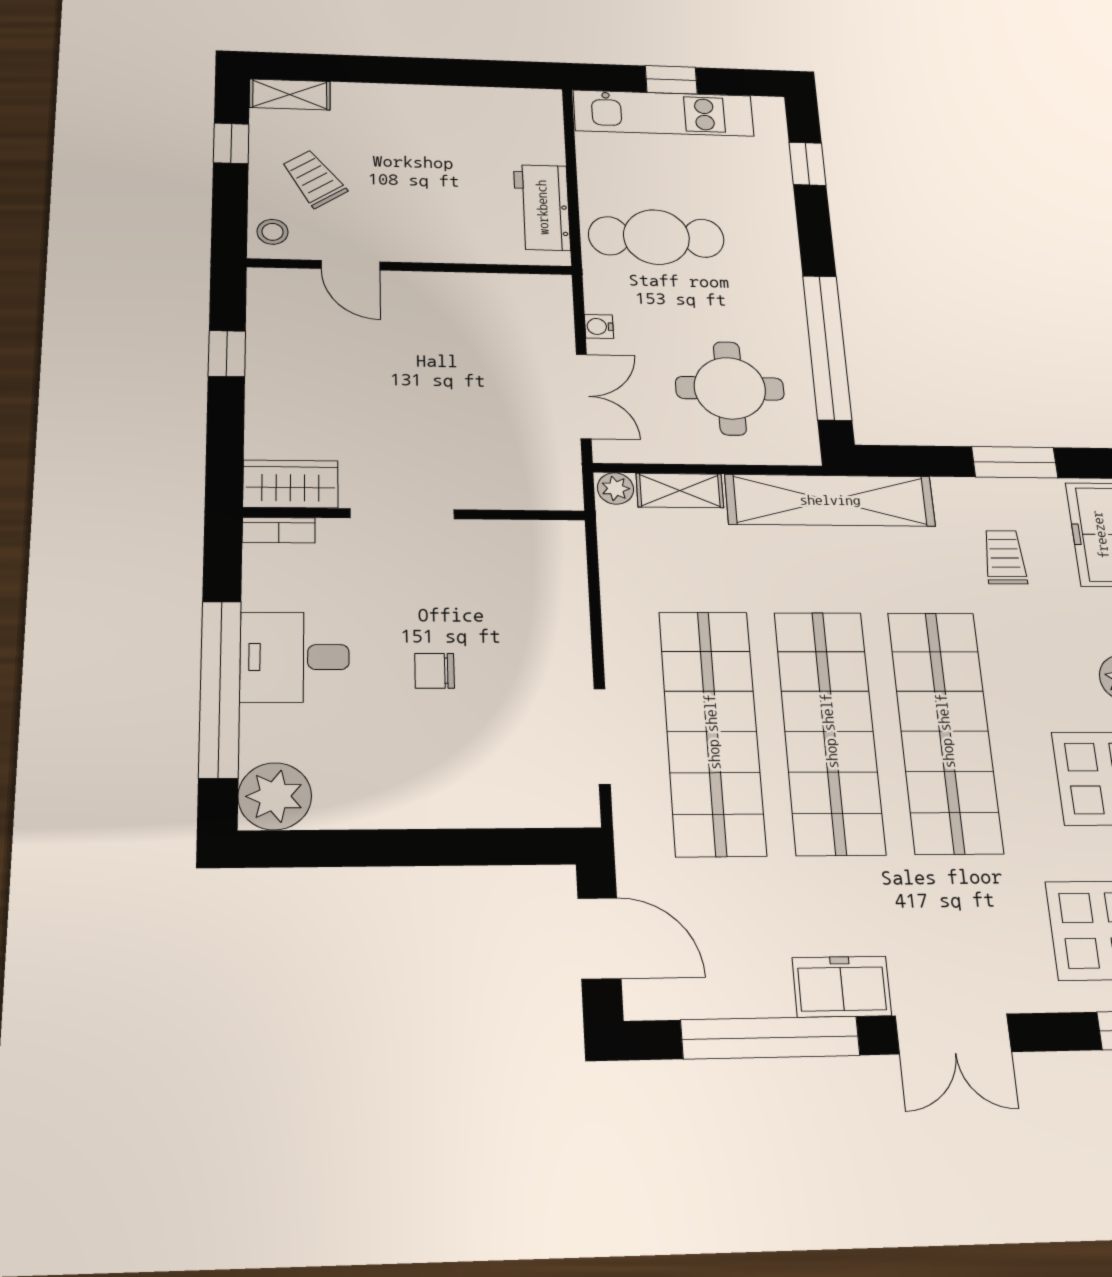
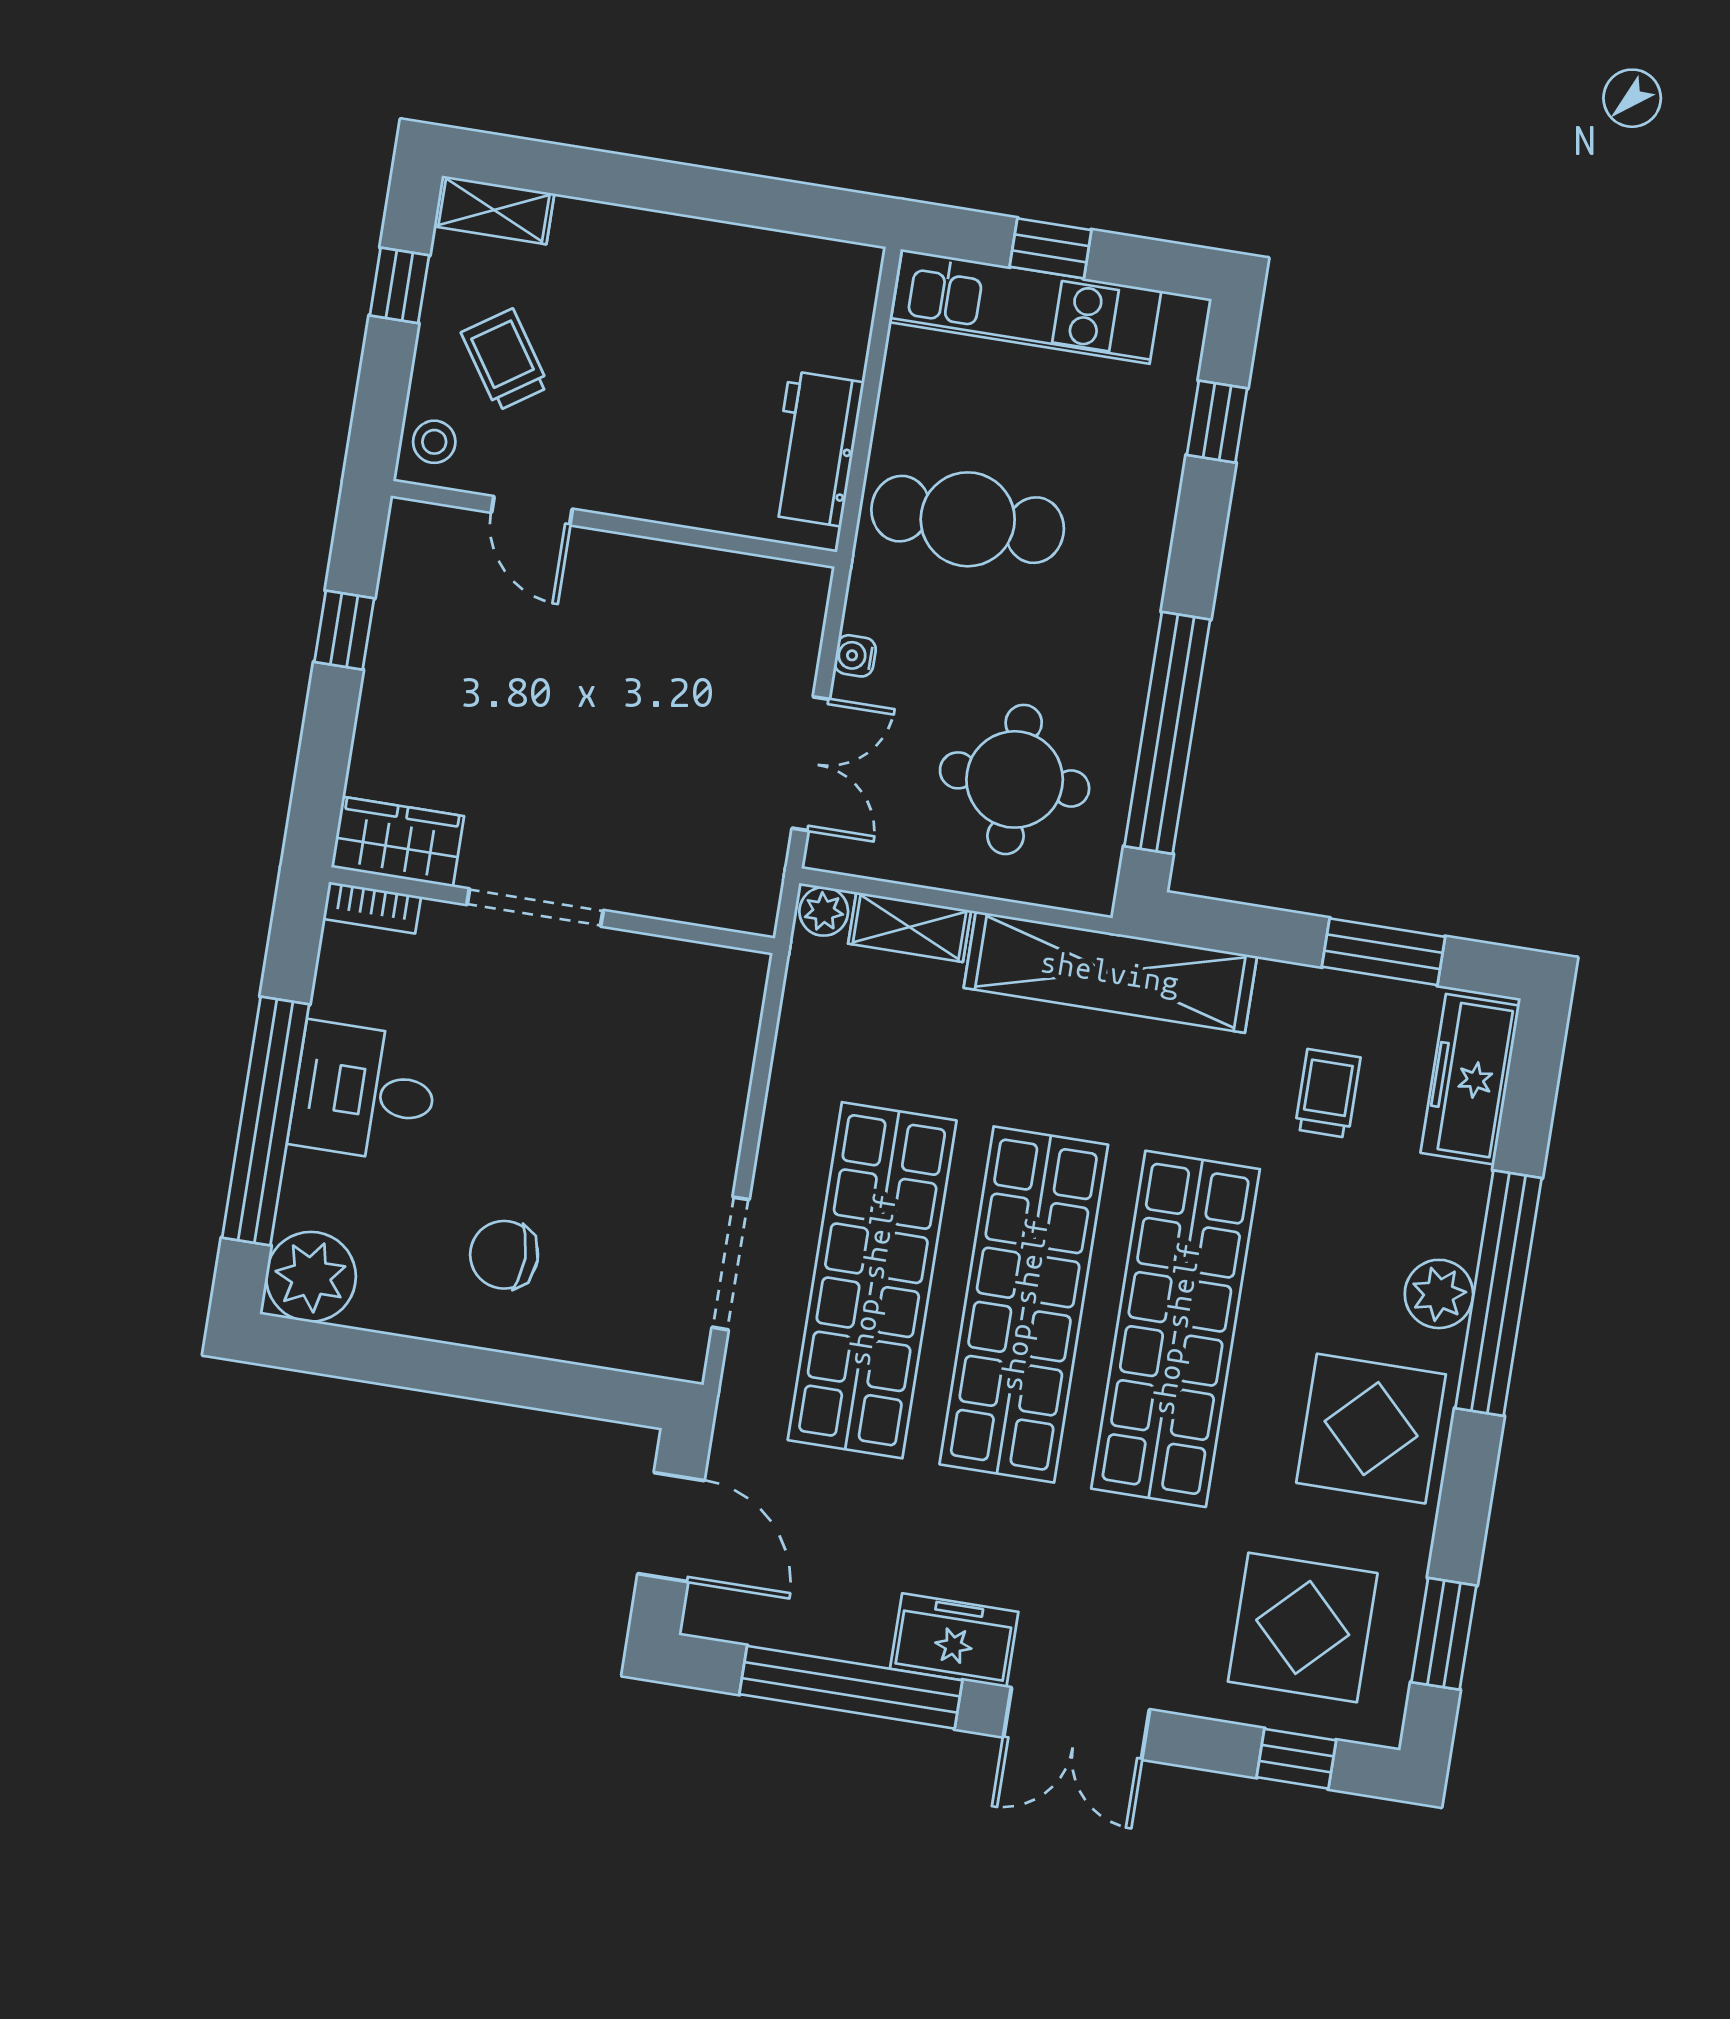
chair: (435, 671) -> (504, 1255), moved, width x1.37, depth x1.37

